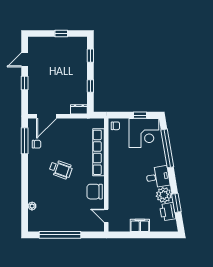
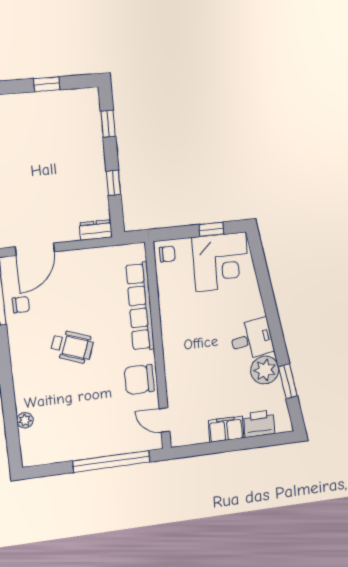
window: (167, 148) -> (265, 286), removed
printer: (168, 212) -> (259, 424), moved, turned 100
window: (60, 235) -> (111, 461), moved

